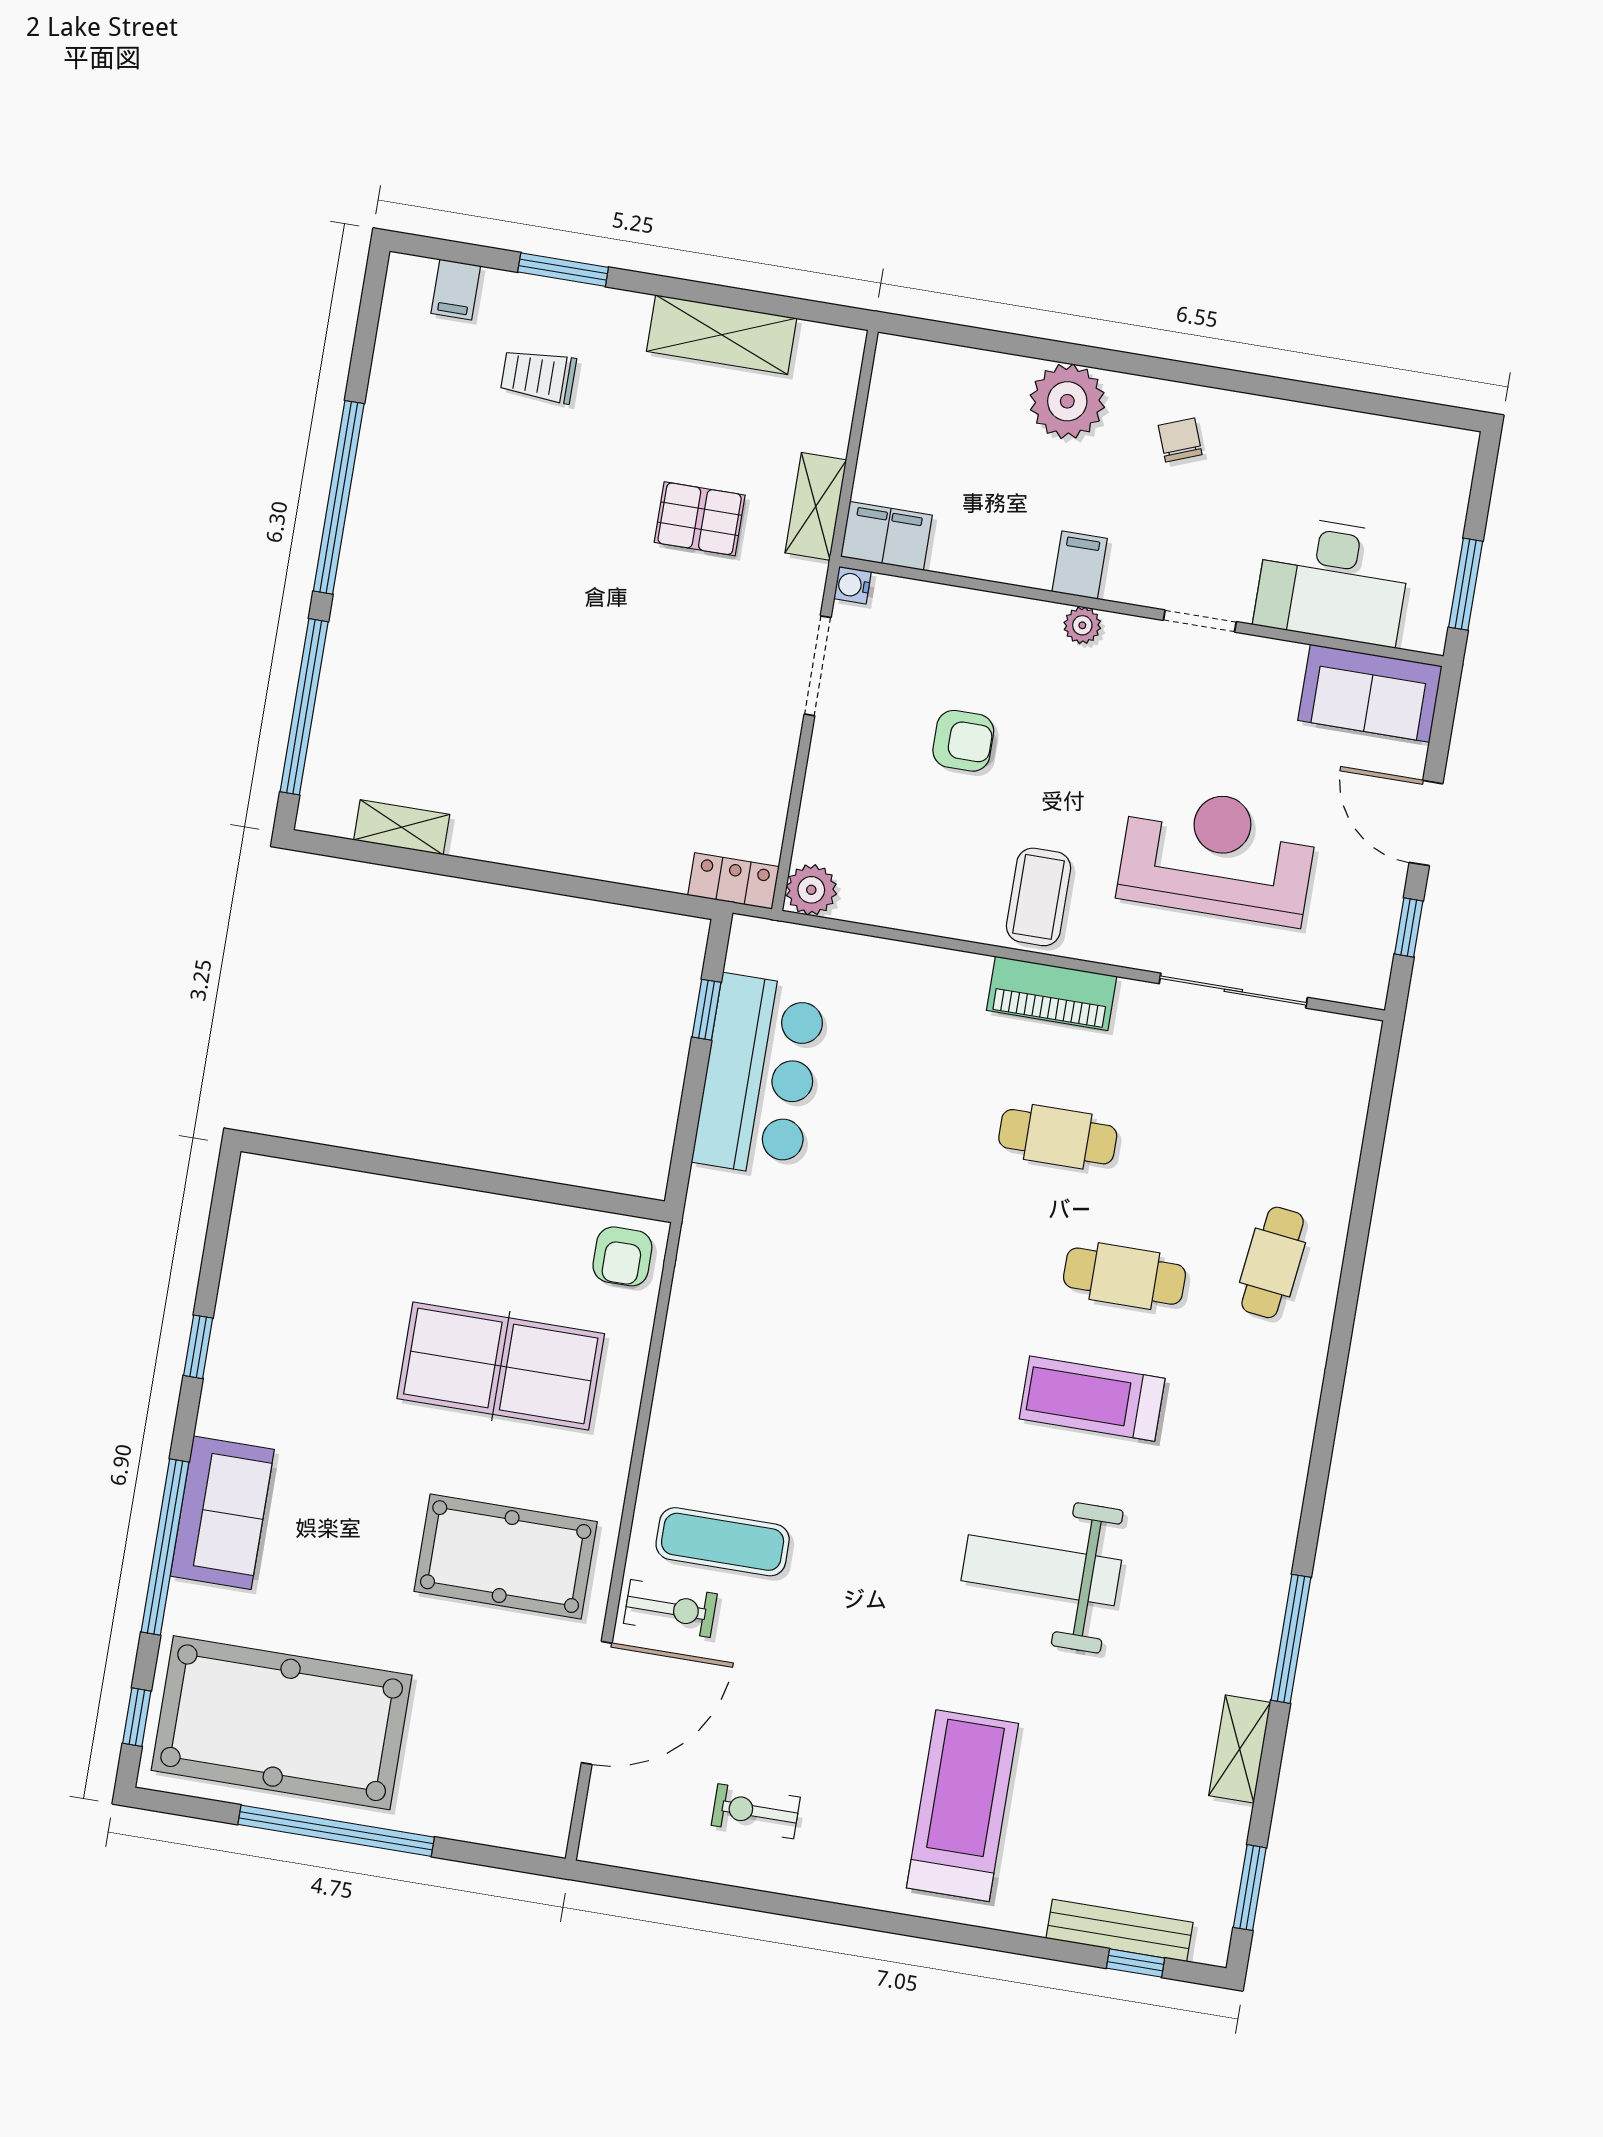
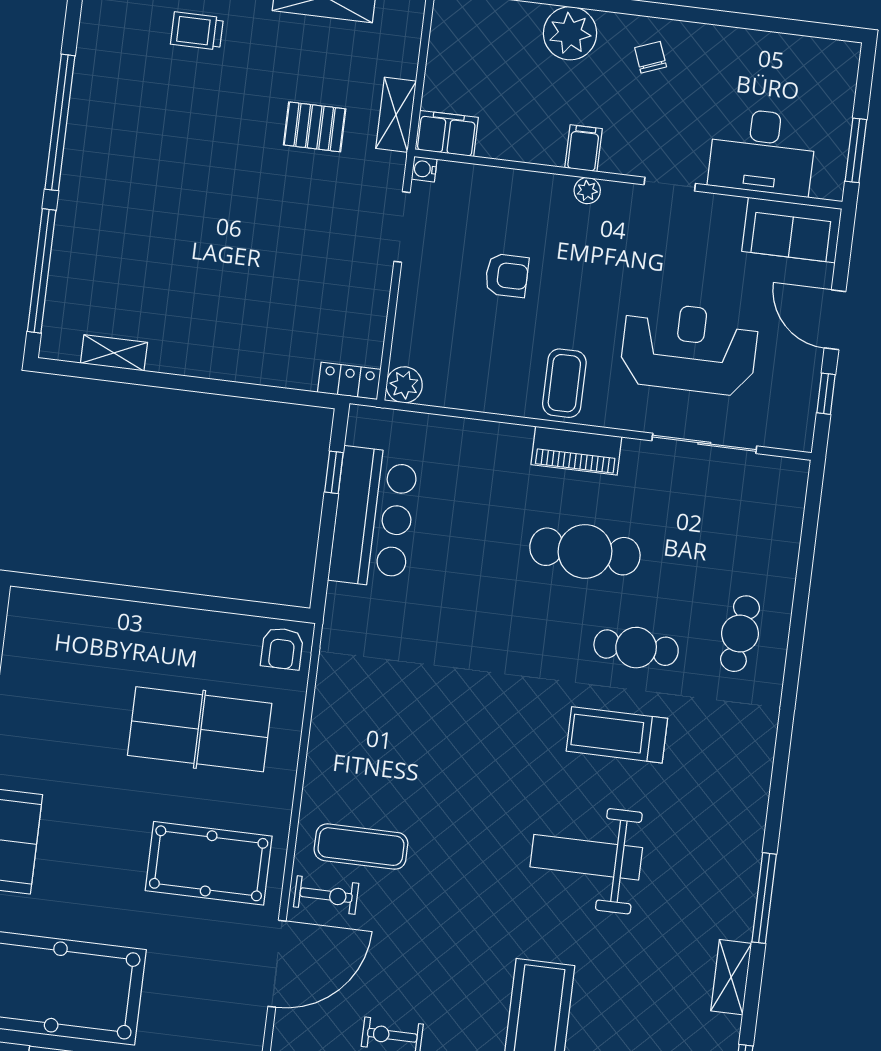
cafe table: (1058, 1137) -> (585, 551), width x1.37, depth x1.35

